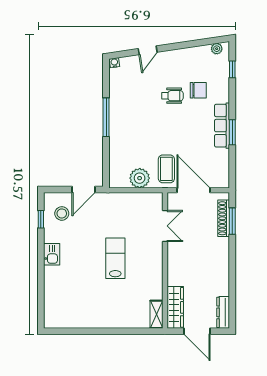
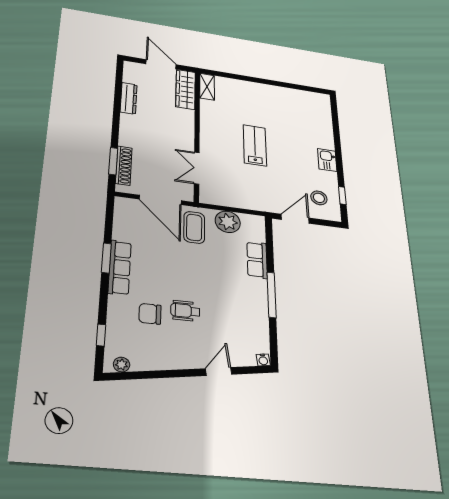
row of seats: (117, 147) -> (257, 260), added
lab bench: (115, 258) -> (255, 145), turned 180
dresser: (223, 312) -> (129, 98), moved

